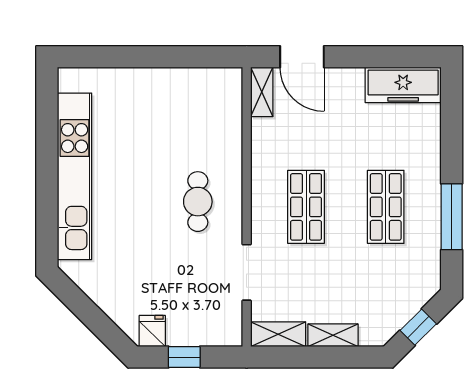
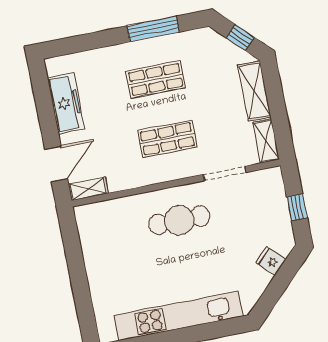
freezer: (403, 85) -> (66, 103), moved
cafe table: (198, 202) -> (179, 220), width x1.37, depth x1.35
fridge: (152, 331) -> (271, 261), moved, turned 45
shelving: (333, 335) -> (254, 91), width x1.50, depth x1.33

